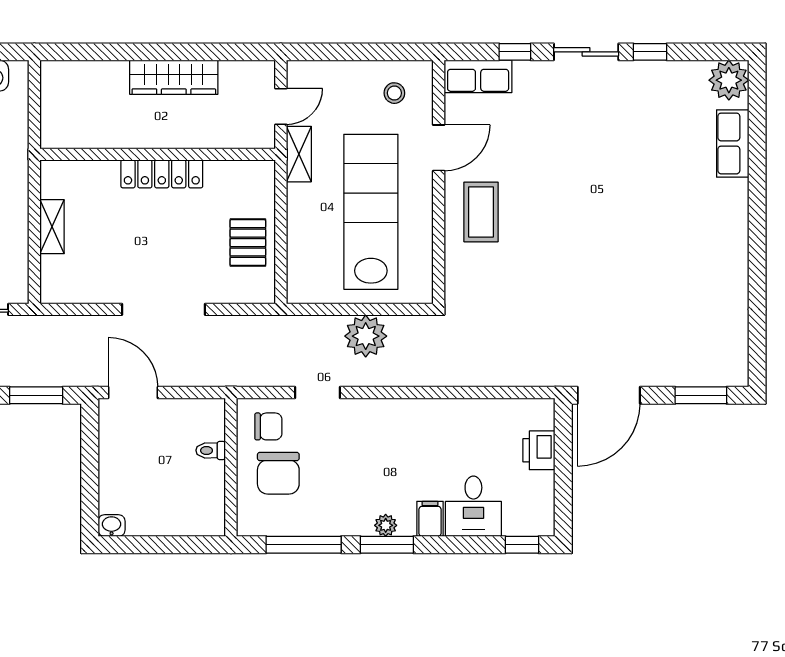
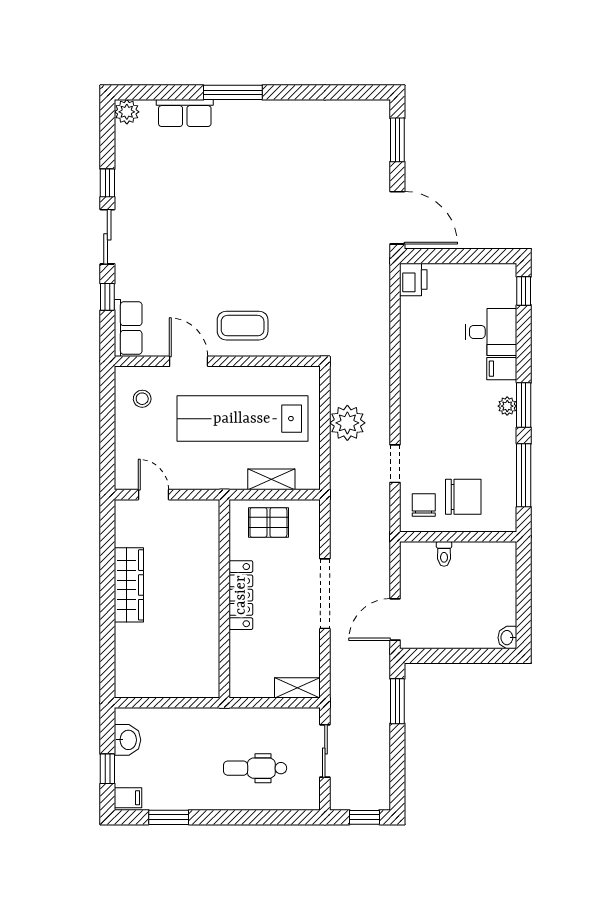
plant: (729, 80) -> (127, 112), width x0.73, depth x0.73
wall: (158, 154) -> (224, 599), moved
shelving: (299, 154) -> (271, 479), moved
locker: (162, 174) -> (241, 595), moved
window: (757, 200) -> (233, 92), added
shelving: (52, 227) -> (297, 688), moved
printer: (539, 450) -> (413, 279), moved, turned -90

